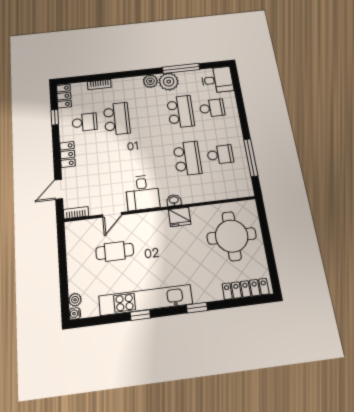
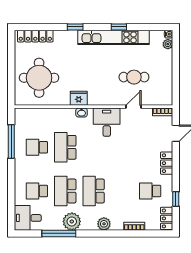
plant: (150, 81) -> (104, 224), moved
school desk: (117, 119) -> (94, 191), moved

